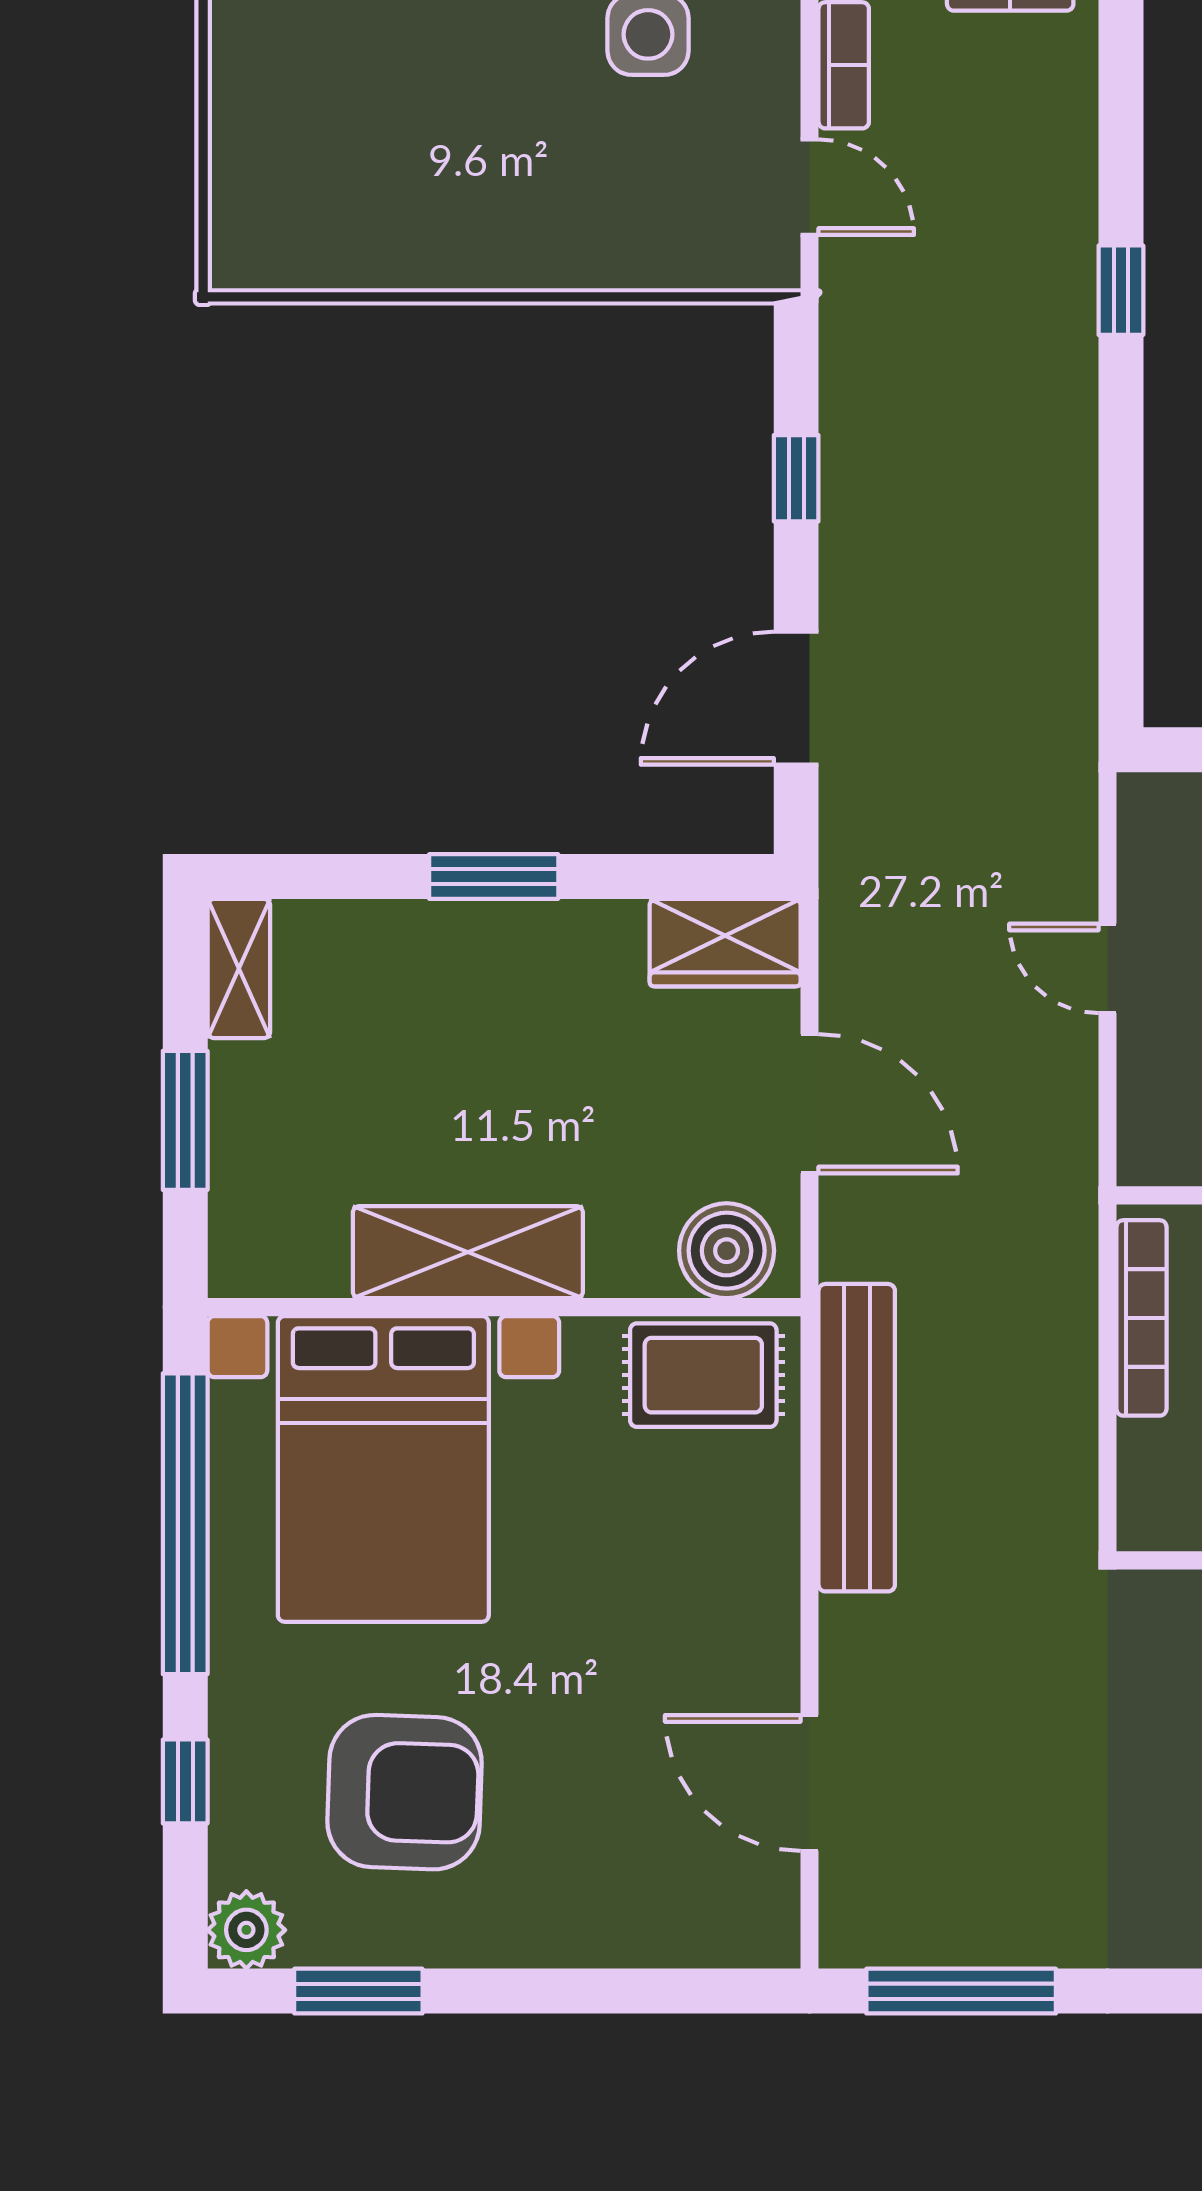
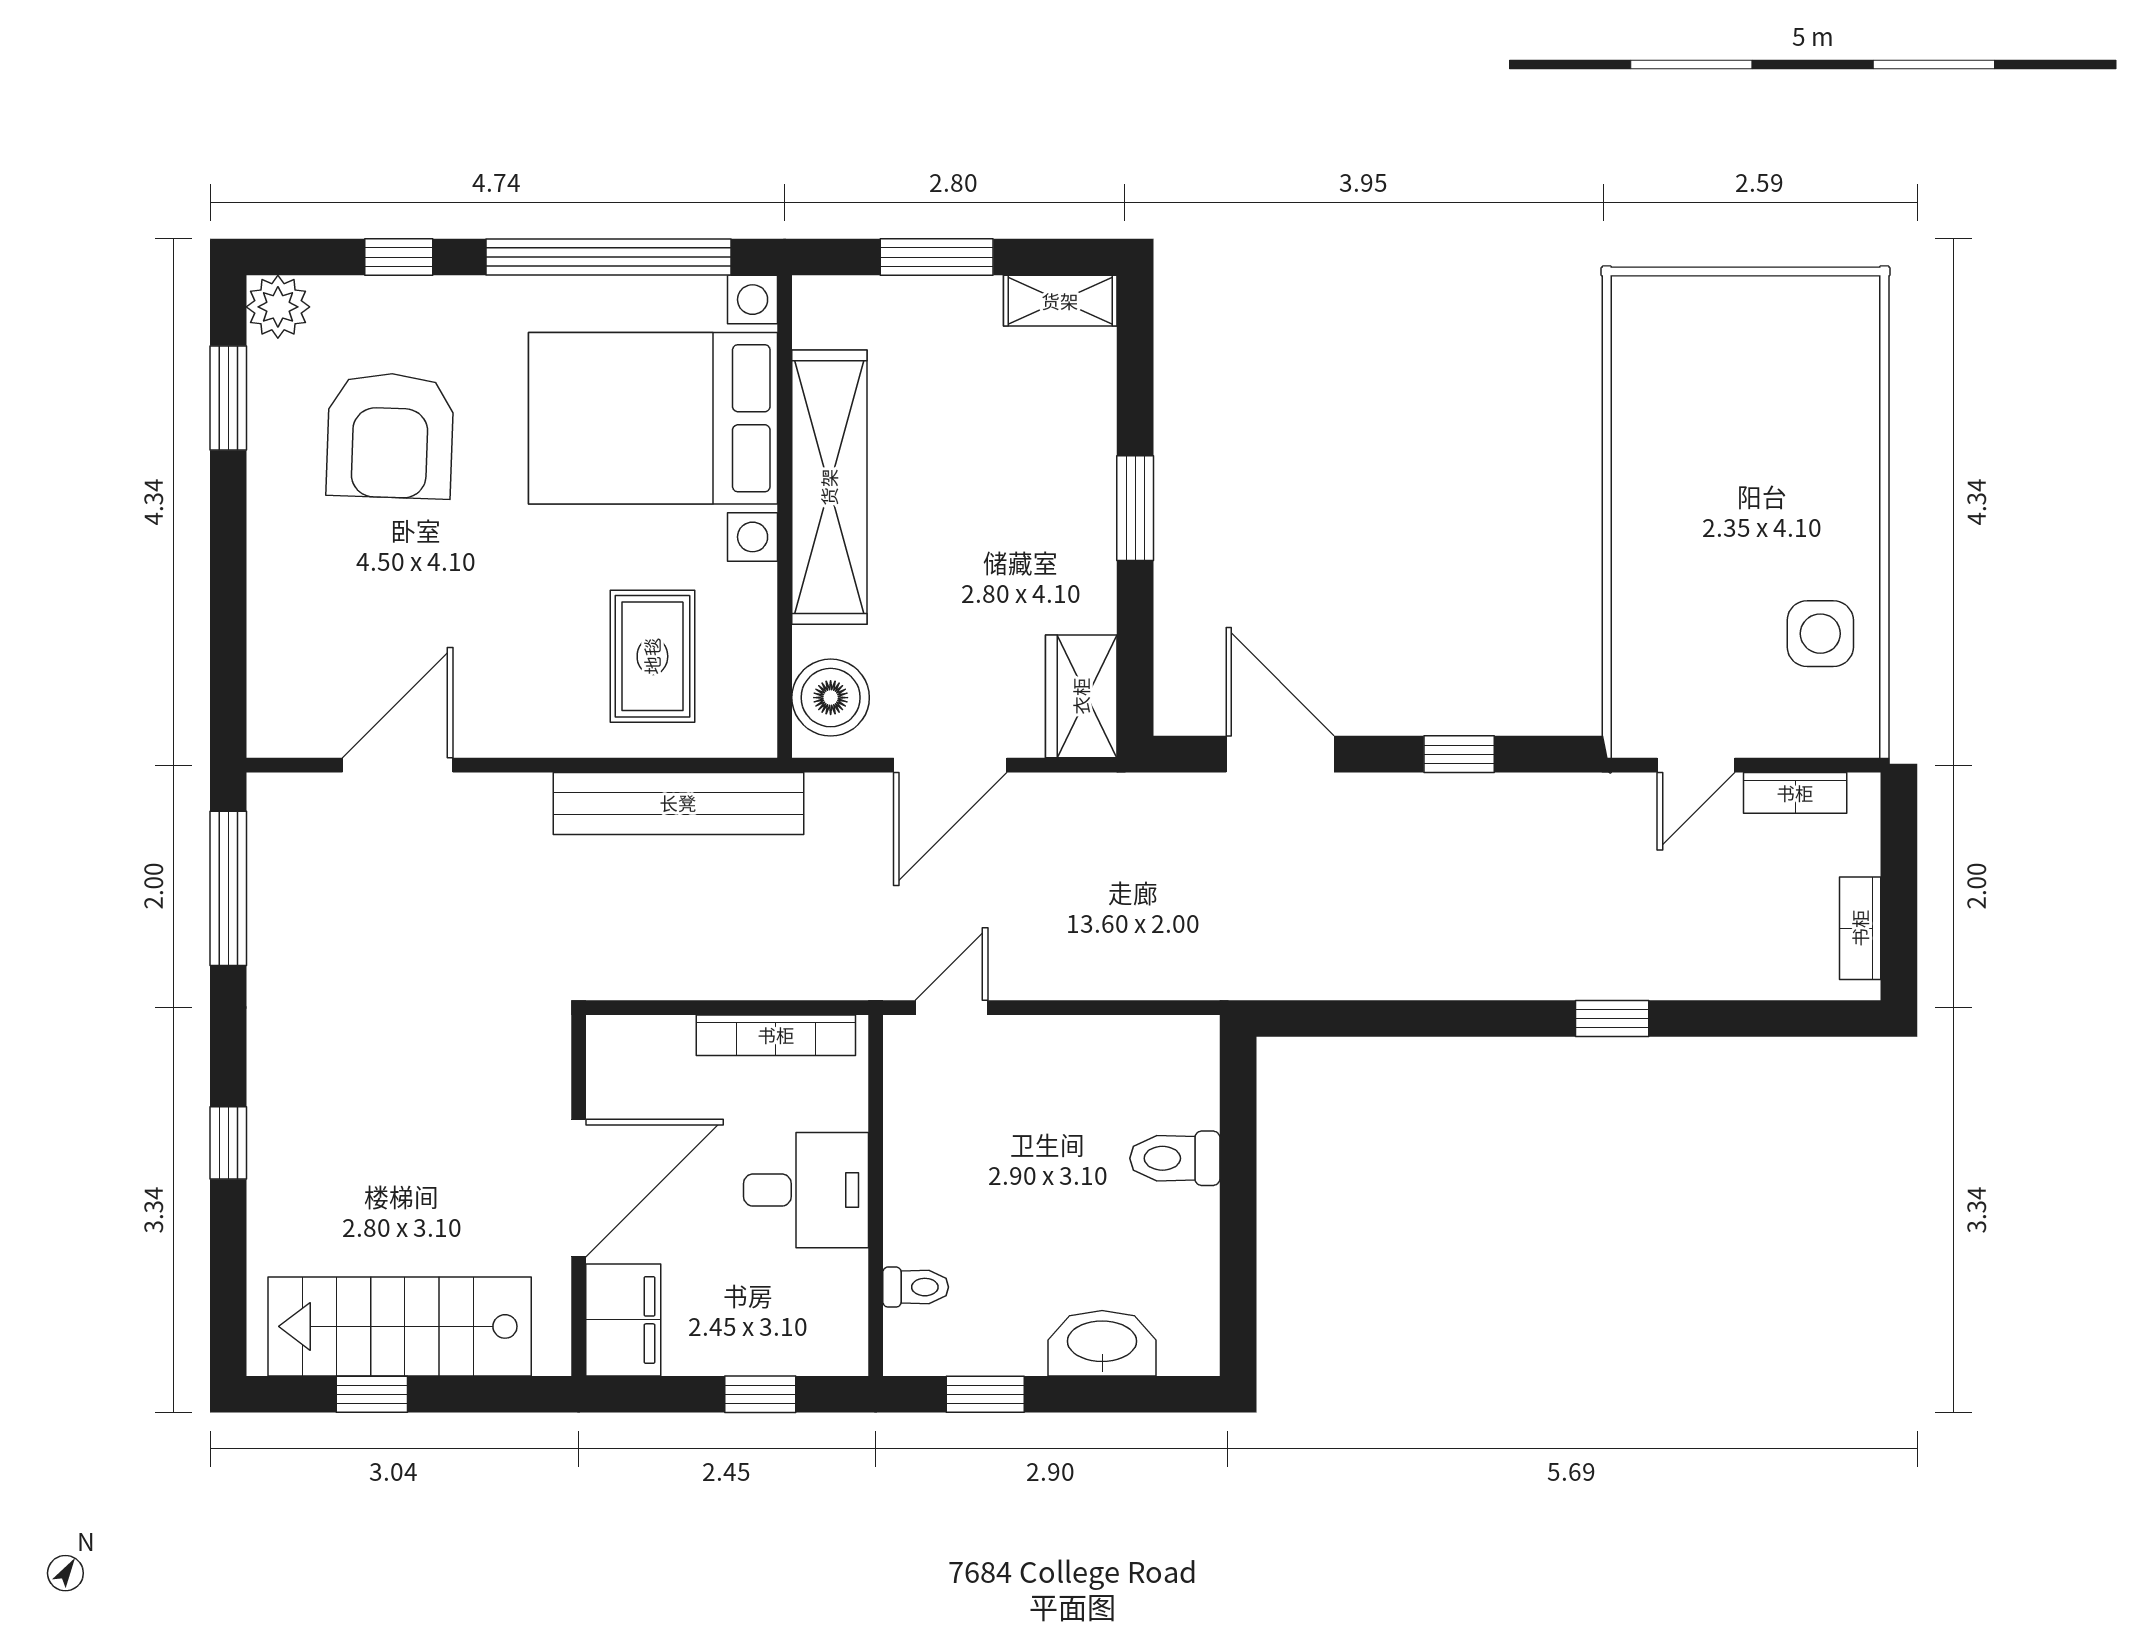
door: (1108, 968) -> (951, 1008), moved
shelving: (468, 1252) -> (829, 487), width x1.47
rug: (703, 1375) -> (652, 656), moved

